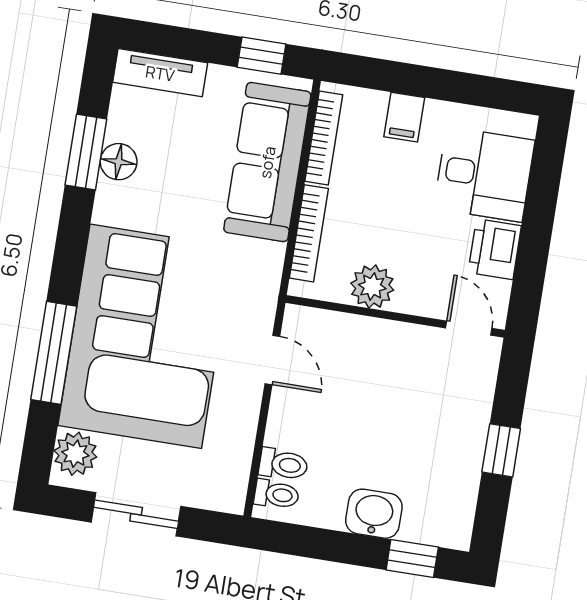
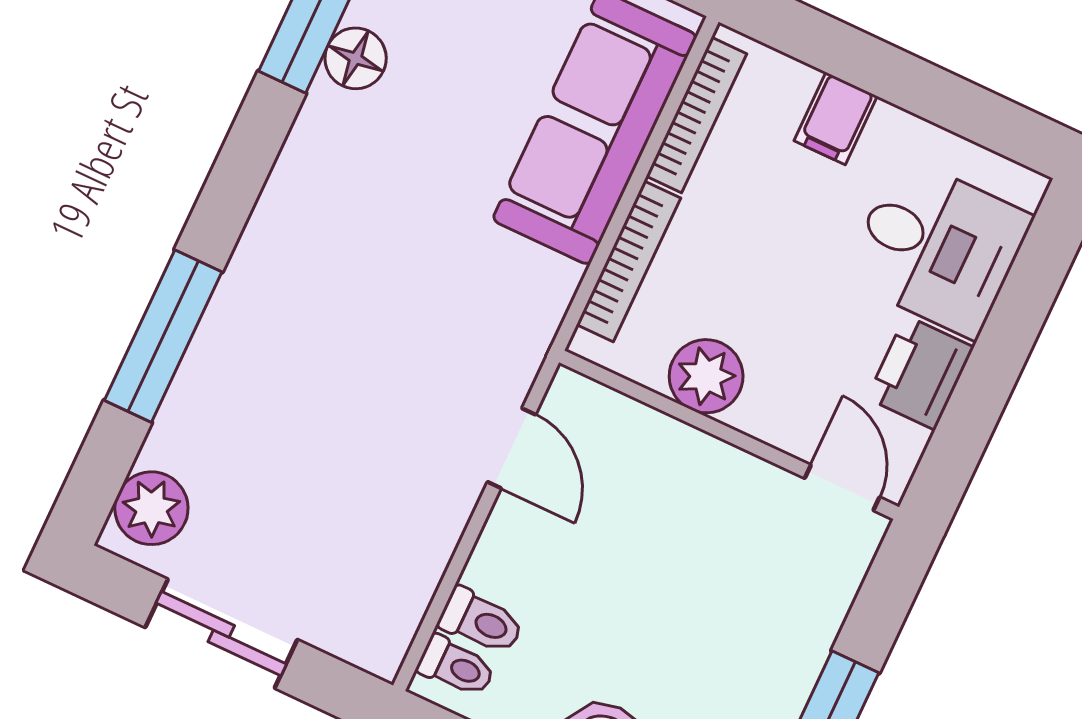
corner sofa: (146, 336) -> (319, 352), removed

